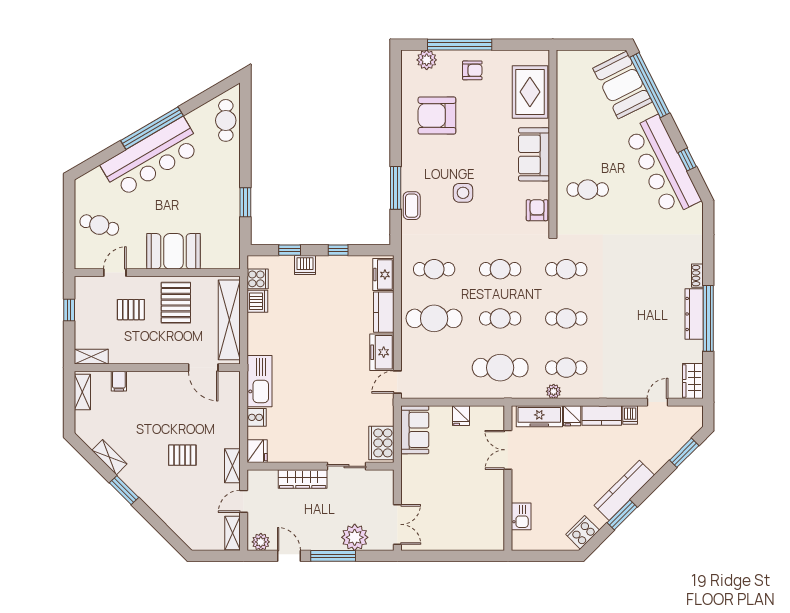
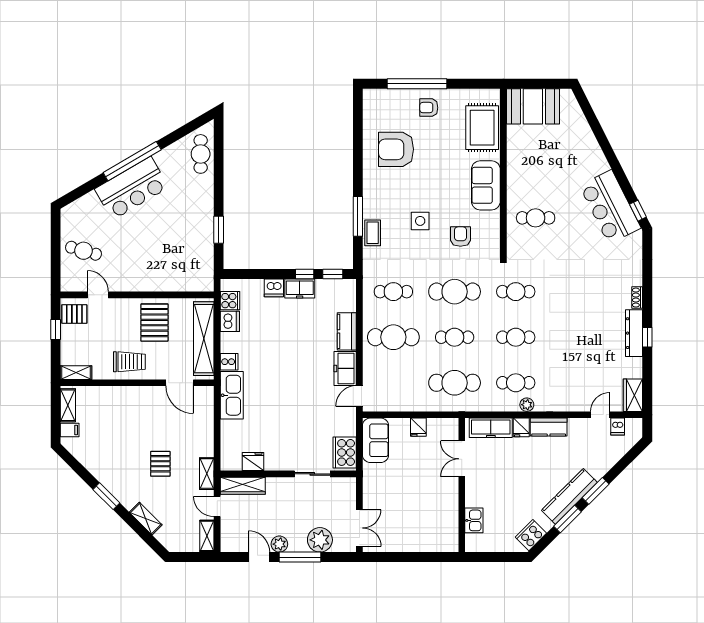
plant: (427, 60) -> (387, 98), removed
armchair: (472, 70) -> (429, 108), turned 180
booth: (622, 85) -> (533, 106), moved, turned -63
window: (650, 85) -> (593, 121), removed
bar counter: (151, 157) -> (132, 188), width x0.73
window: (687, 160) -> (638, 211), moved
bar counter: (662, 166) -> (610, 207), width x0.73
armchair: (537, 210) -> (460, 237), moved
window: (290, 250) -> (333, 274), moved
booth: (173, 251) -> (152, 275), removed
cafe table: (500, 269) -> (455, 292), width x1.37, depth x1.35
door: (115, 273) -> (98, 295), hinge flipped
freezer: (383, 274) -> (300, 289), moved, turned -90
pallet: (131, 310) -> (74, 314), moved
window: (708, 318) -> (647, 337), width x0.32
trolley: (149, 345) -> (129, 362), added
filing cabinet: (119, 381) -> (70, 430), moved, turned -90
plant: (554, 391) -> (527, 405), moved
dishwasher: (630, 415) -> (618, 427), moved
cooker: (257, 417) -> (229, 362), moved
fridge: (257, 451) -> (253, 461), moved, turned -90
window: (684, 453) -> (596, 491), moved
pallet: (182, 455) -> (160, 464), turned 90
shelving: (109, 457) -> (146, 519), moved
wardrobe: (303, 479) -> (243, 486), moved
door: (244, 501) -> (217, 507), hinge flipped
plant: (261, 542) -> (279, 544), moved

